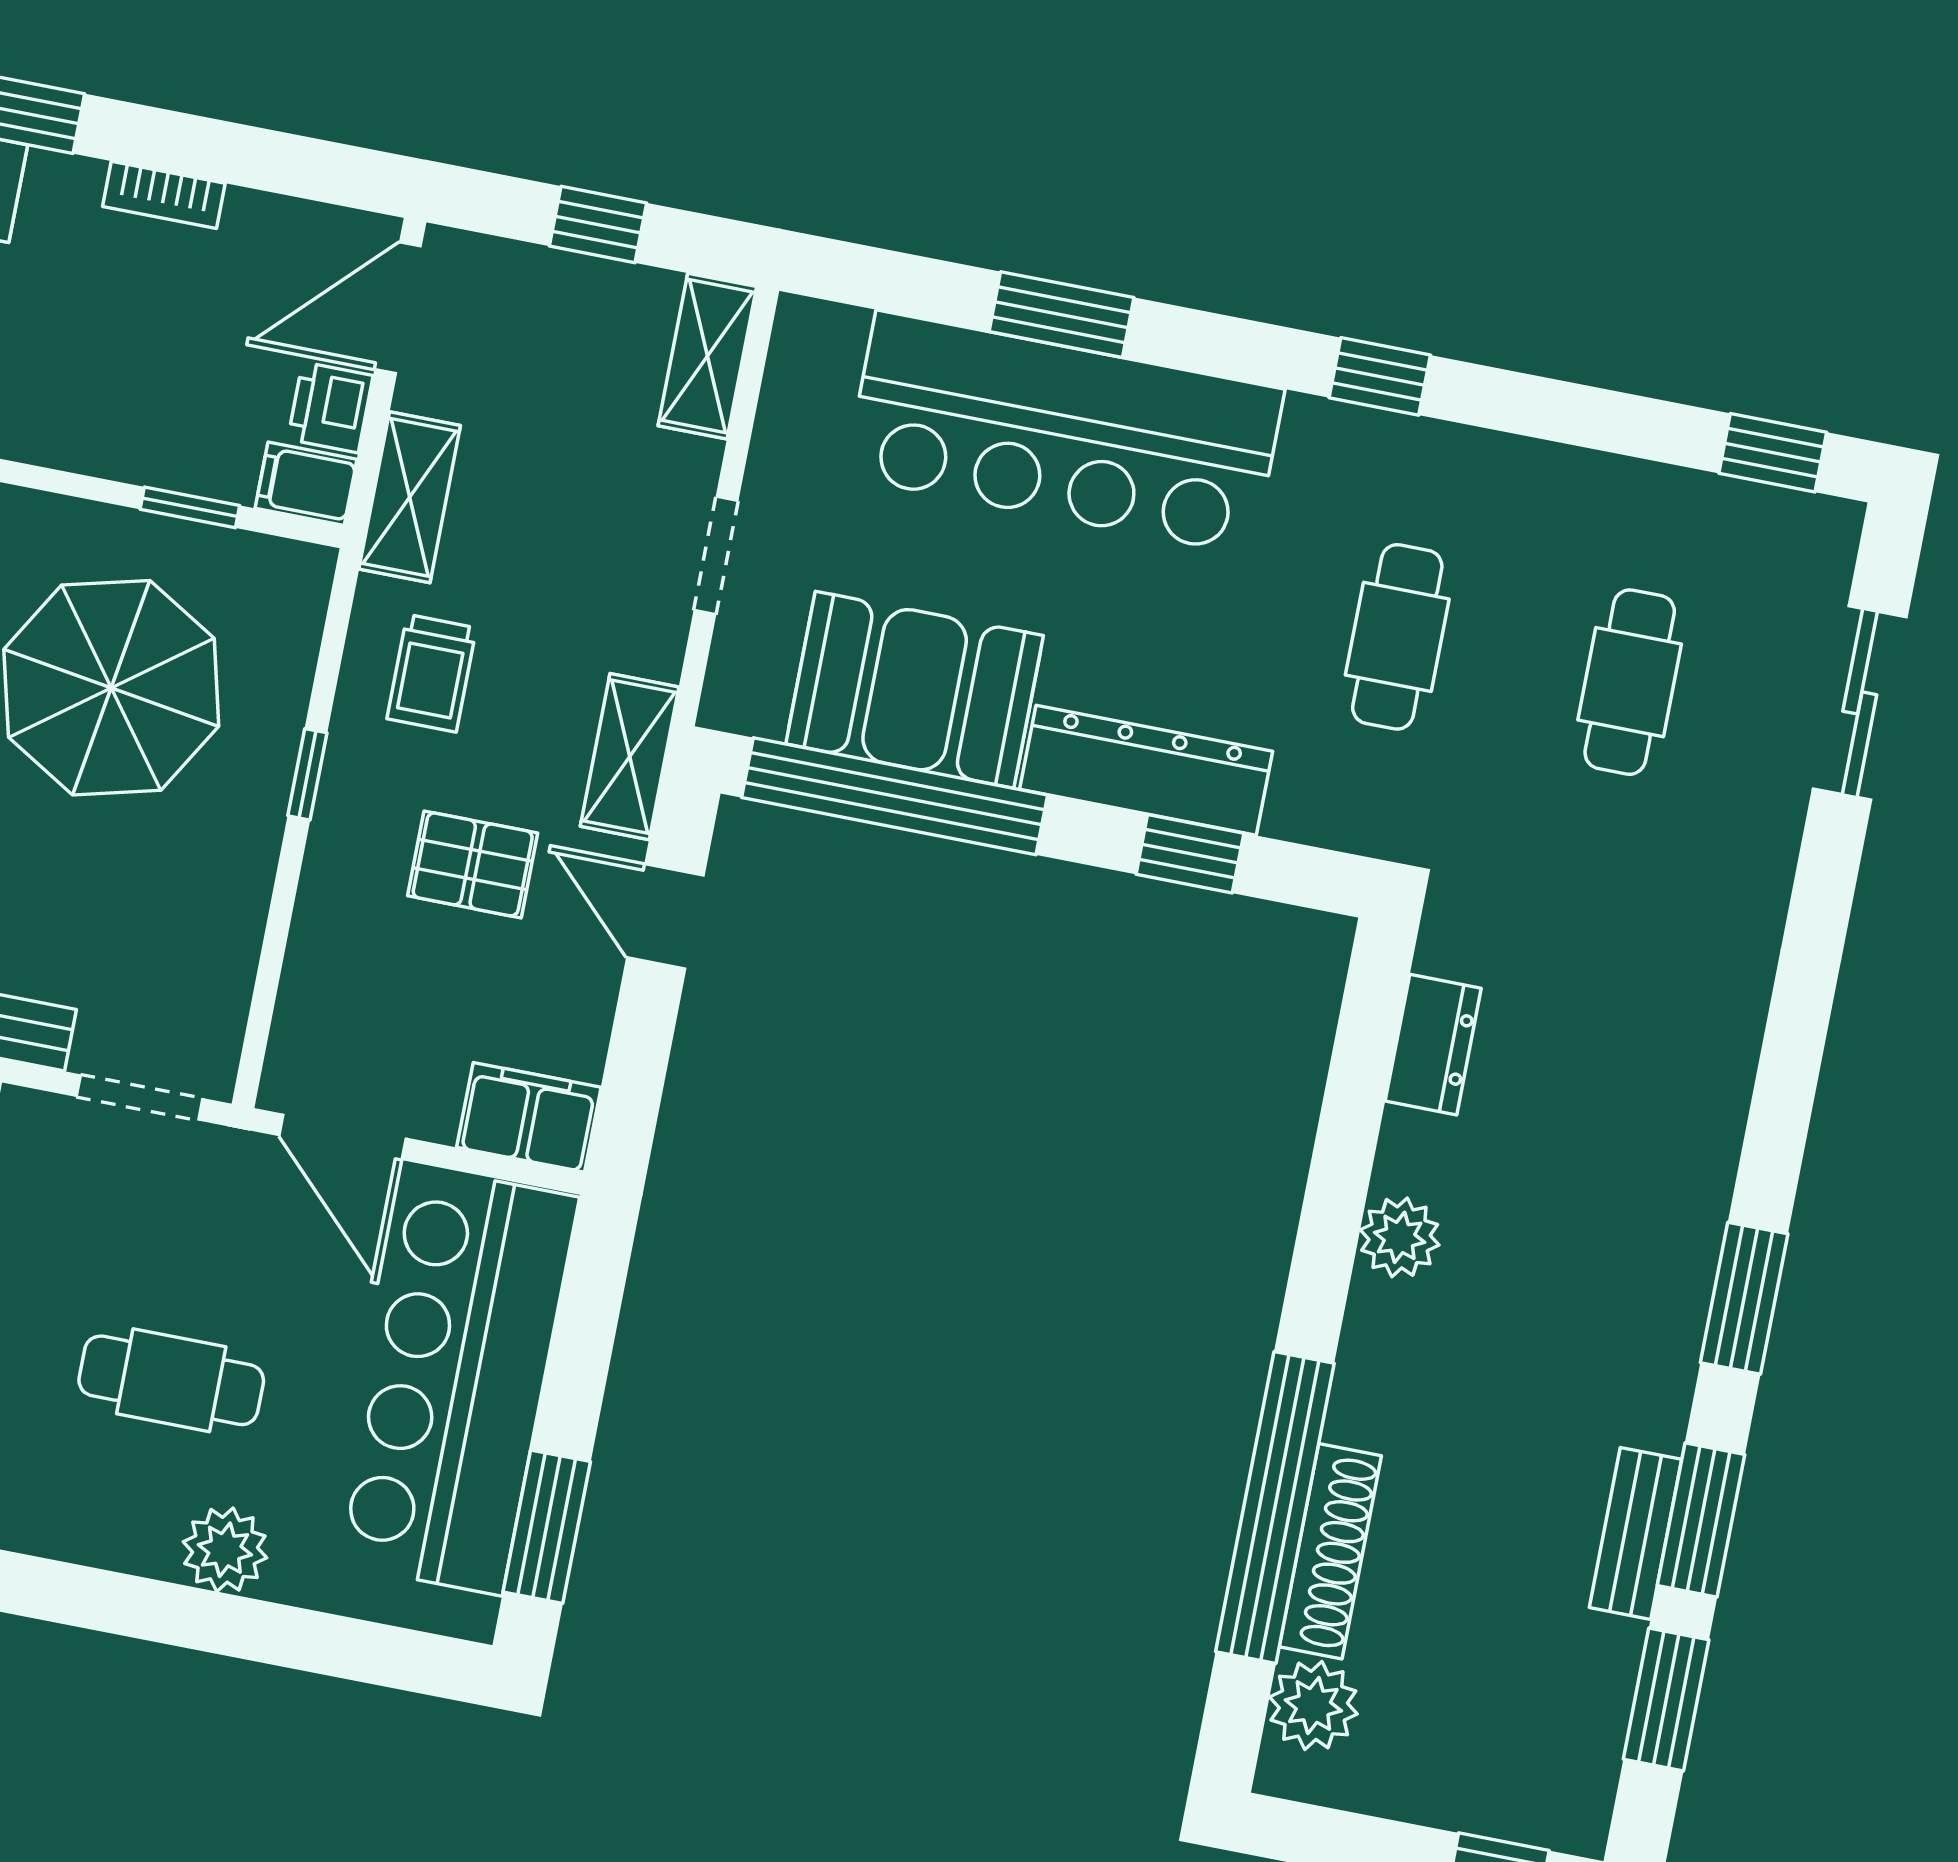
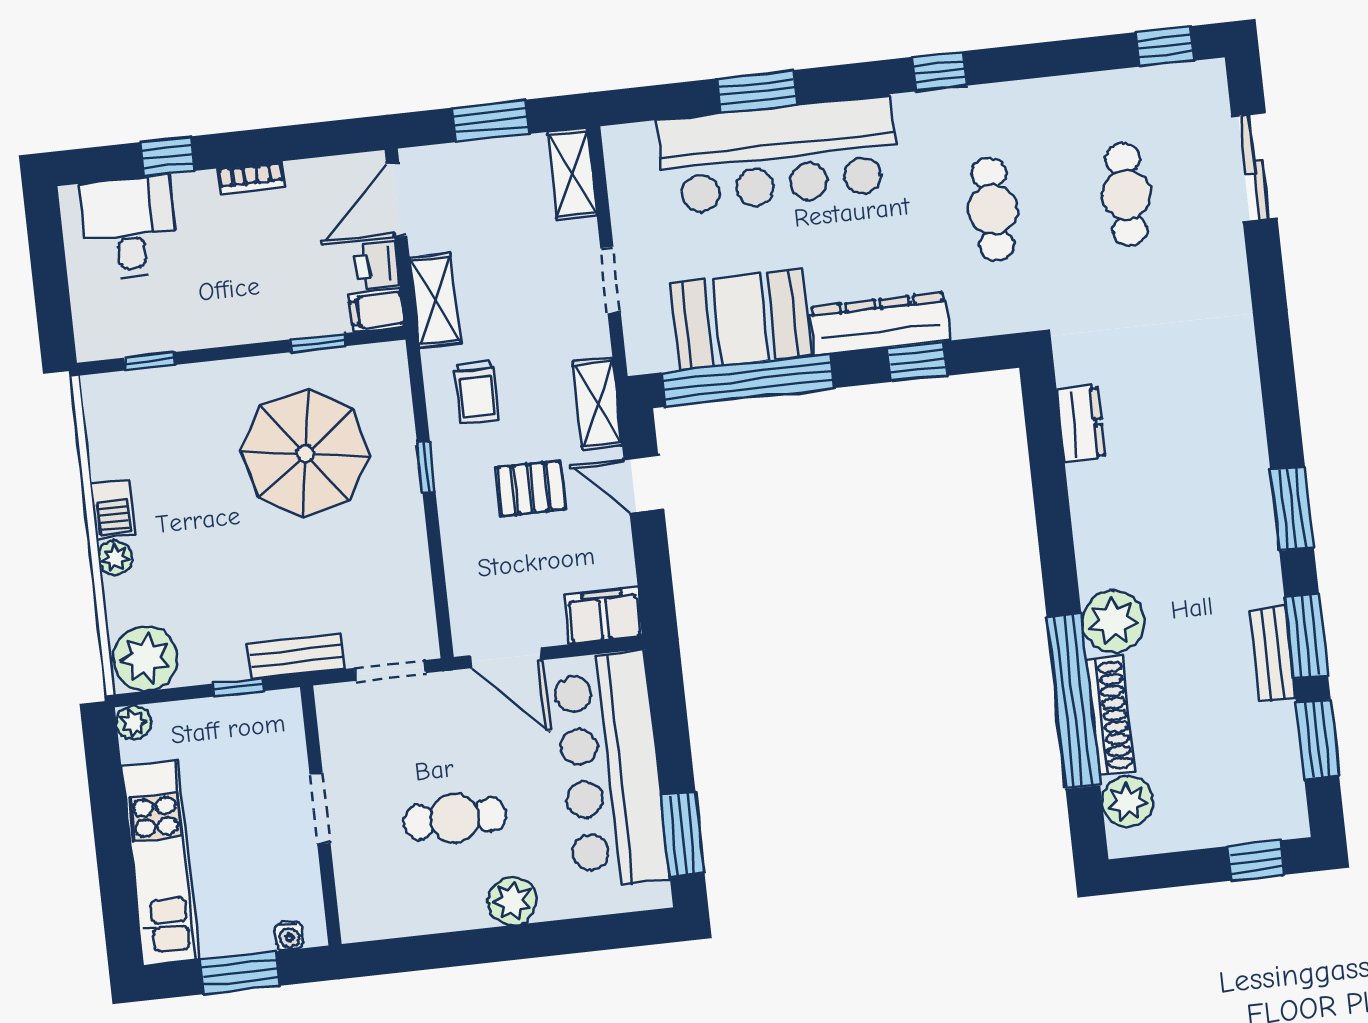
window: (598, 224) -> (491, 121), width x1.50
plant: (1400, 1237) -> (1113, 621), moved, width x1.36, depth x1.36

